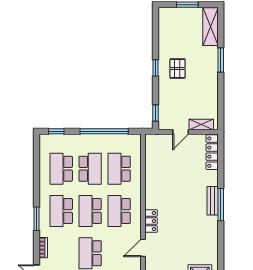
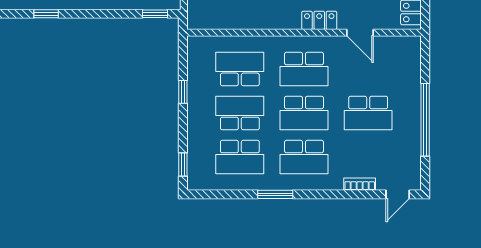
window: (155, 68) -> (46, 14), moved
window: (104, 131) -> (183, 92), width x0.32
school desk: (119, 169) -> (240, 69), turned 180
window: (37, 219) -> (275, 194), moved

